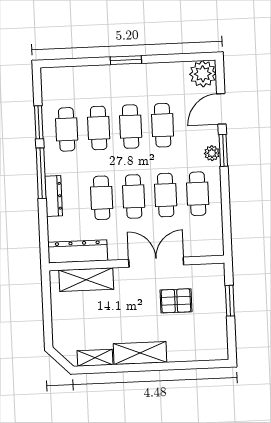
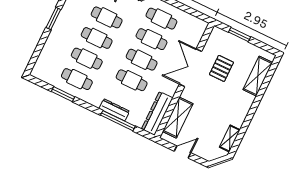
window: (41, 173) -> (118, 121), moved
door: (47, 308) -> (183, 152), added
shelving: (140, 353) -> (258, 76), moved

